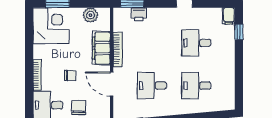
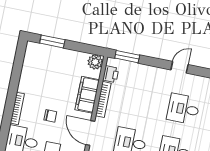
printer: (139, 14) -> (111, 74), moved, turned -90
plant: (91, 15) -> (95, 62), moved
corner desk: (51, 26) -> (41, 62), removed

